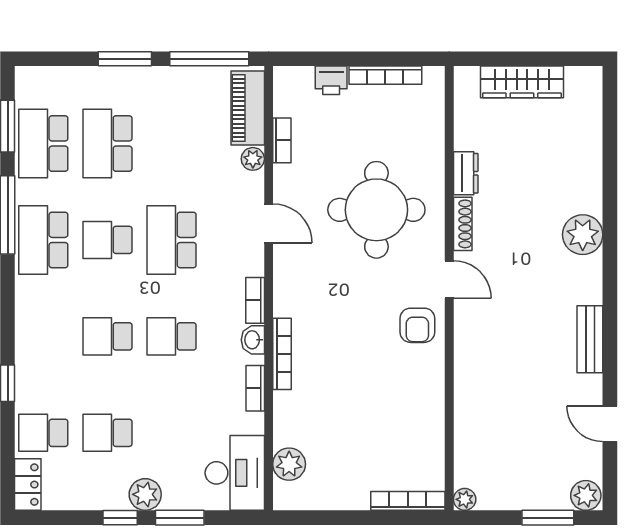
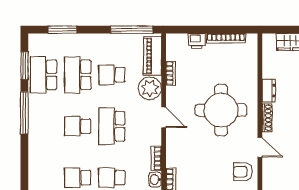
window: (125, 59) -> (62, 30), moved
plant: (253, 159) -> (150, 88), width x1.88, depth x1.88
school desk: (43, 240) -> (112, 75), moved, width x0.54
armchair: (417, 325) -> (243, 172), turned 90

